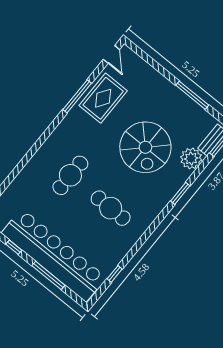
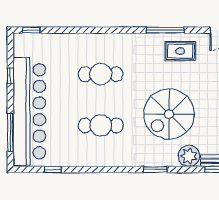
rug: (103, 98) -> (180, 51), width x0.73, depth x0.70
cafe table: (111, 208) -> (101, 125), turned 90
window: (48, 276) -> (10, 133), moved

